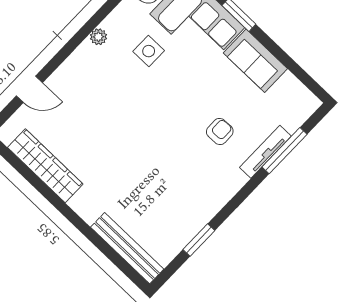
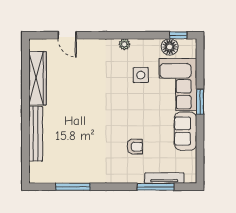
tv unit: (265, 152) -> (164, 178), moved
window: (199, 240) -> (73, 187), width x1.44
bench: (127, 248) -> (36, 134), moved

